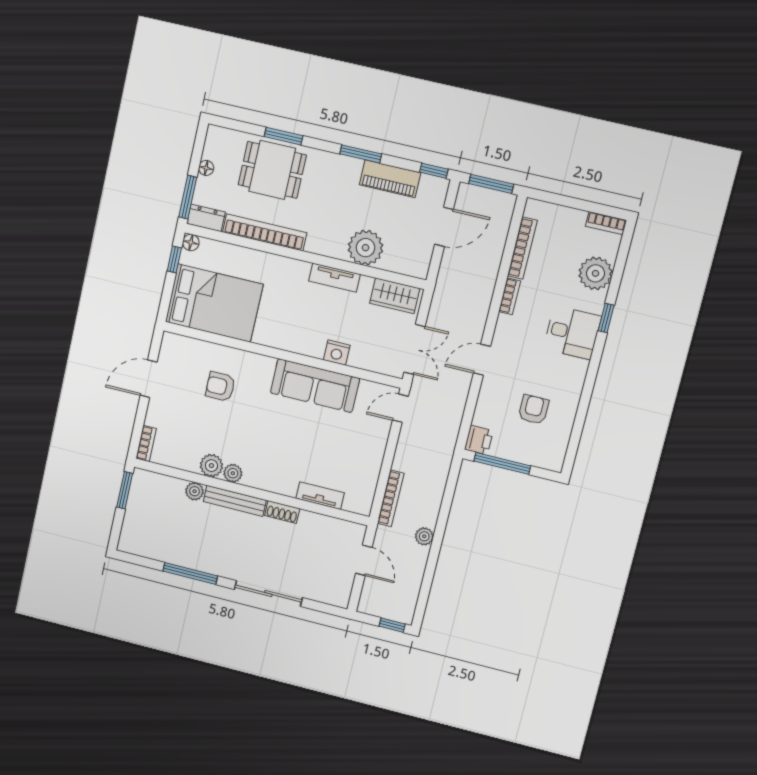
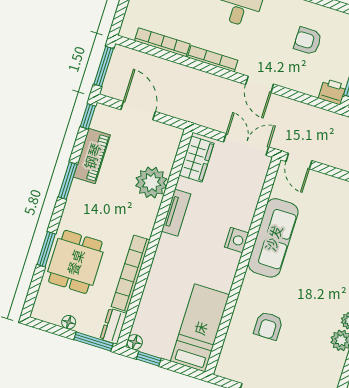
bookcase: (510, 296) -> (213, 59), width x1.56
bed: (214, 303) -> (200, 328), width x0.67
nightstand: (337, 353) -> (237, 240), moved

